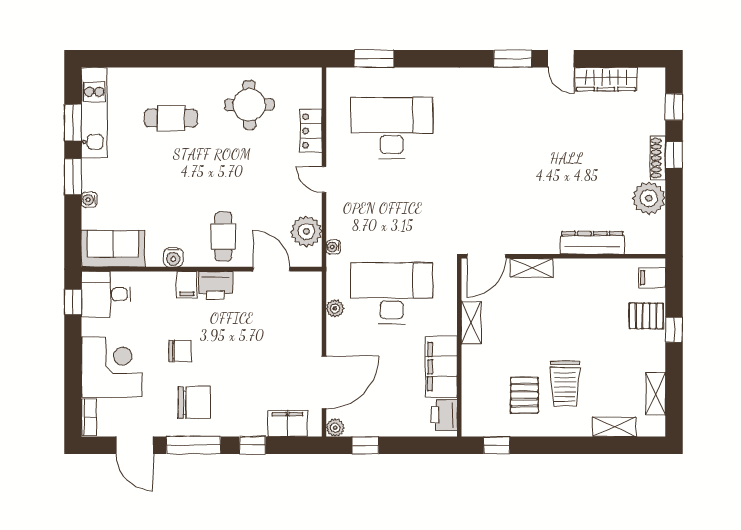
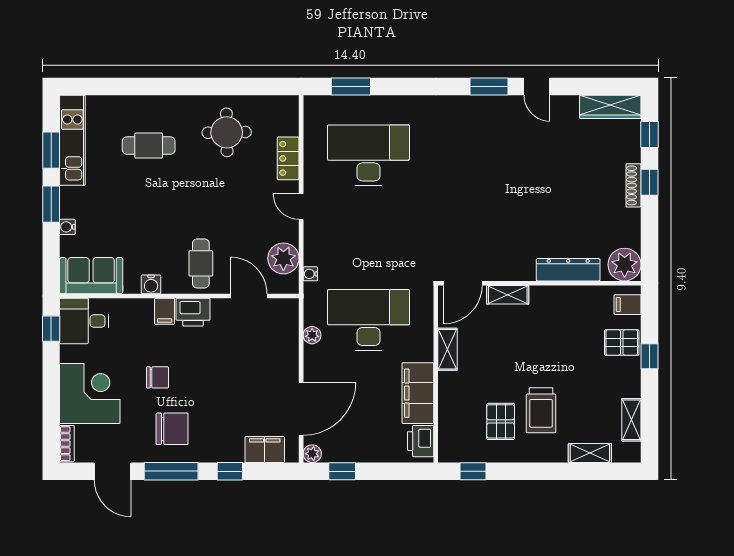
wardrobe: (606, 79) -> (610, 107), moved
plant: (649, 198) -> (625, 265), moved

